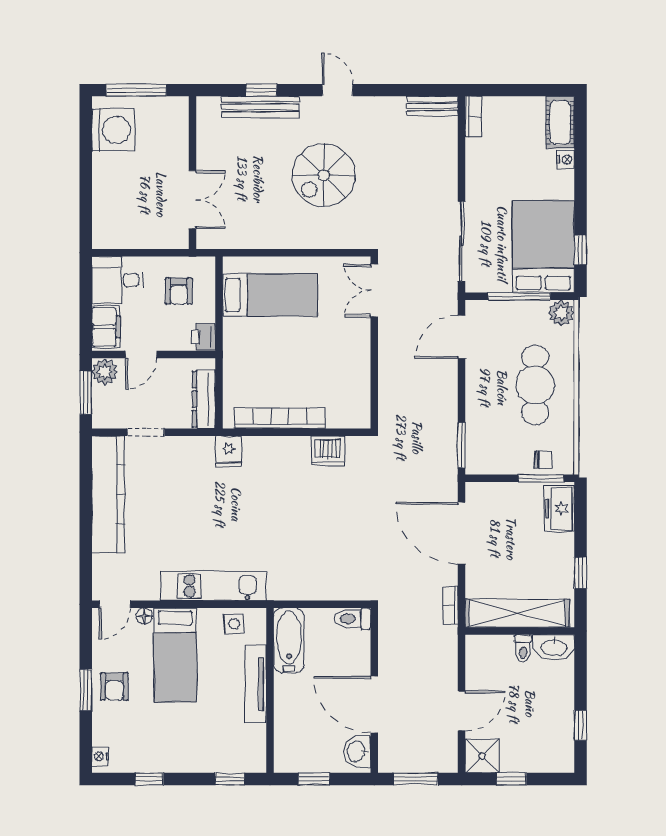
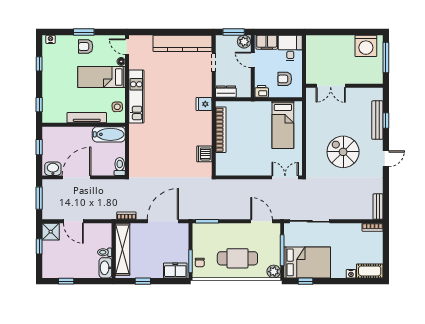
dresser: (204, 399) -> (226, 92), width x0.70

